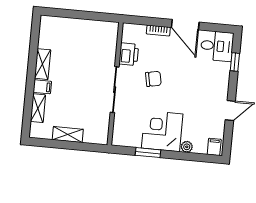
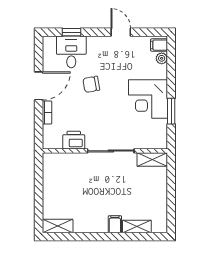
desk: (217, 46) -> (71, 52), moved
shelving: (43, 64) -> (58, 226), moved
chair: (153, 79) -> (91, 84), moved, turned -89
shelving: (68, 135) -> (152, 160), moved, turned 90
plant: (187, 147) -> (162, 58), moved

